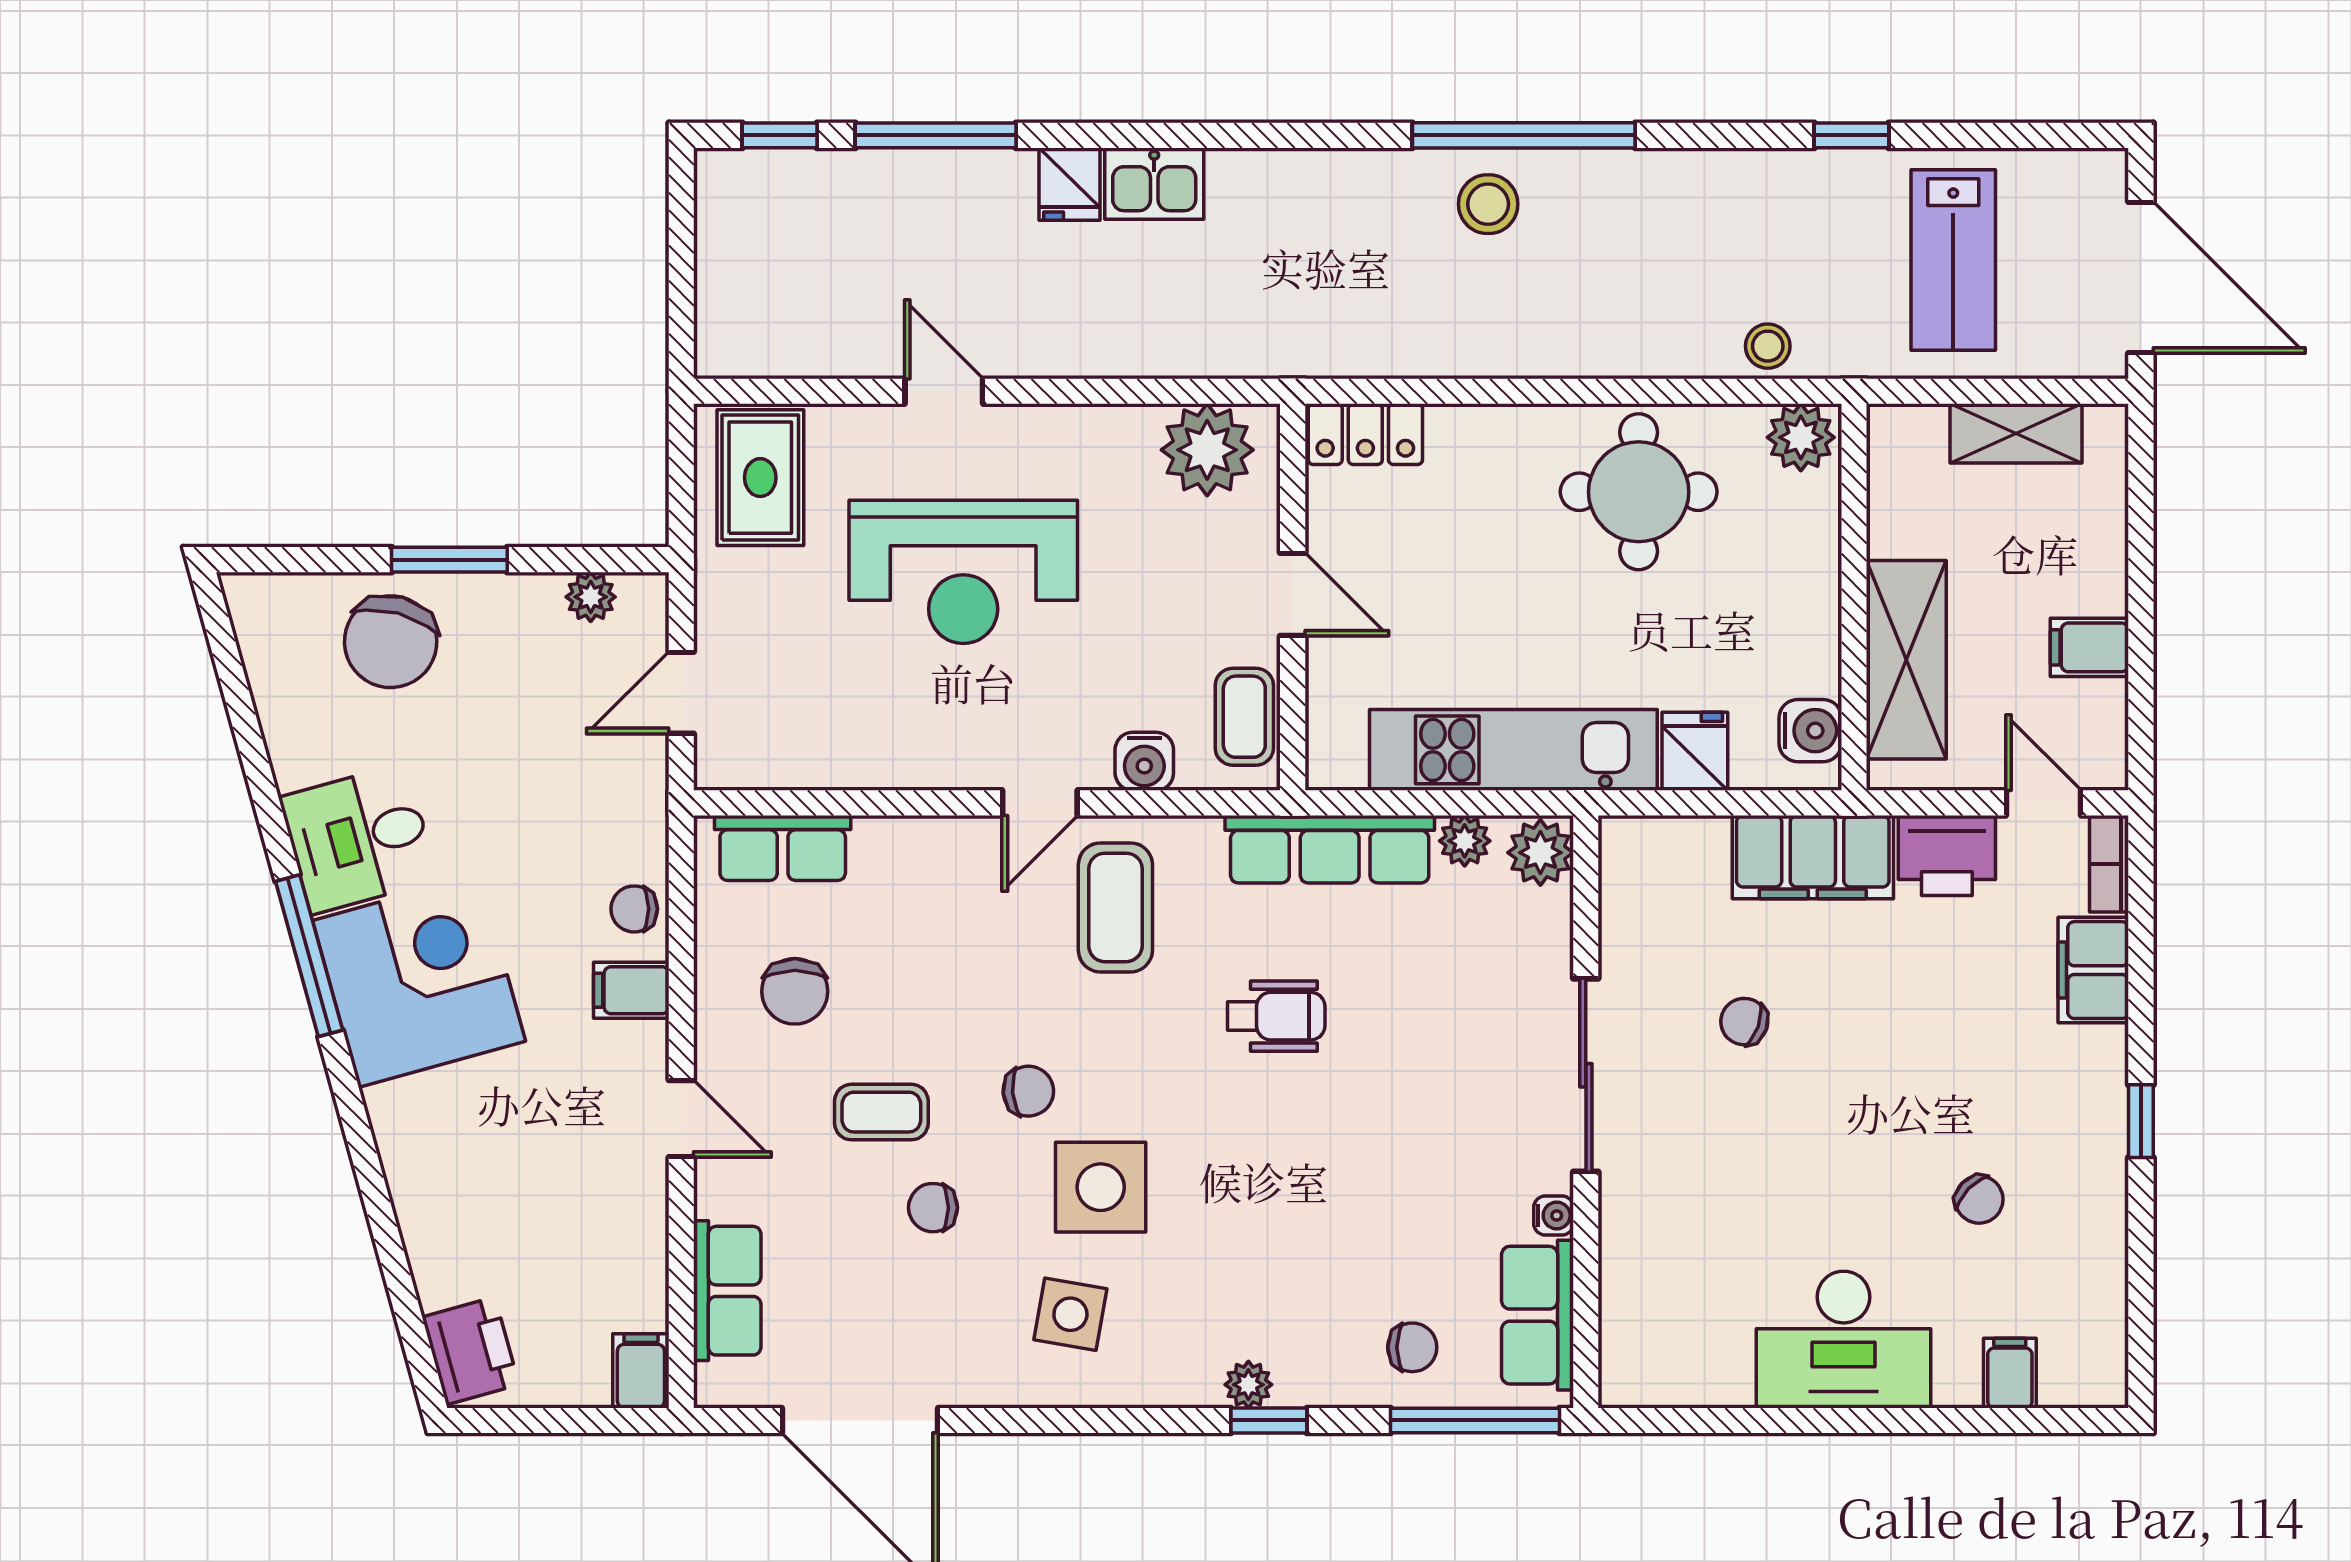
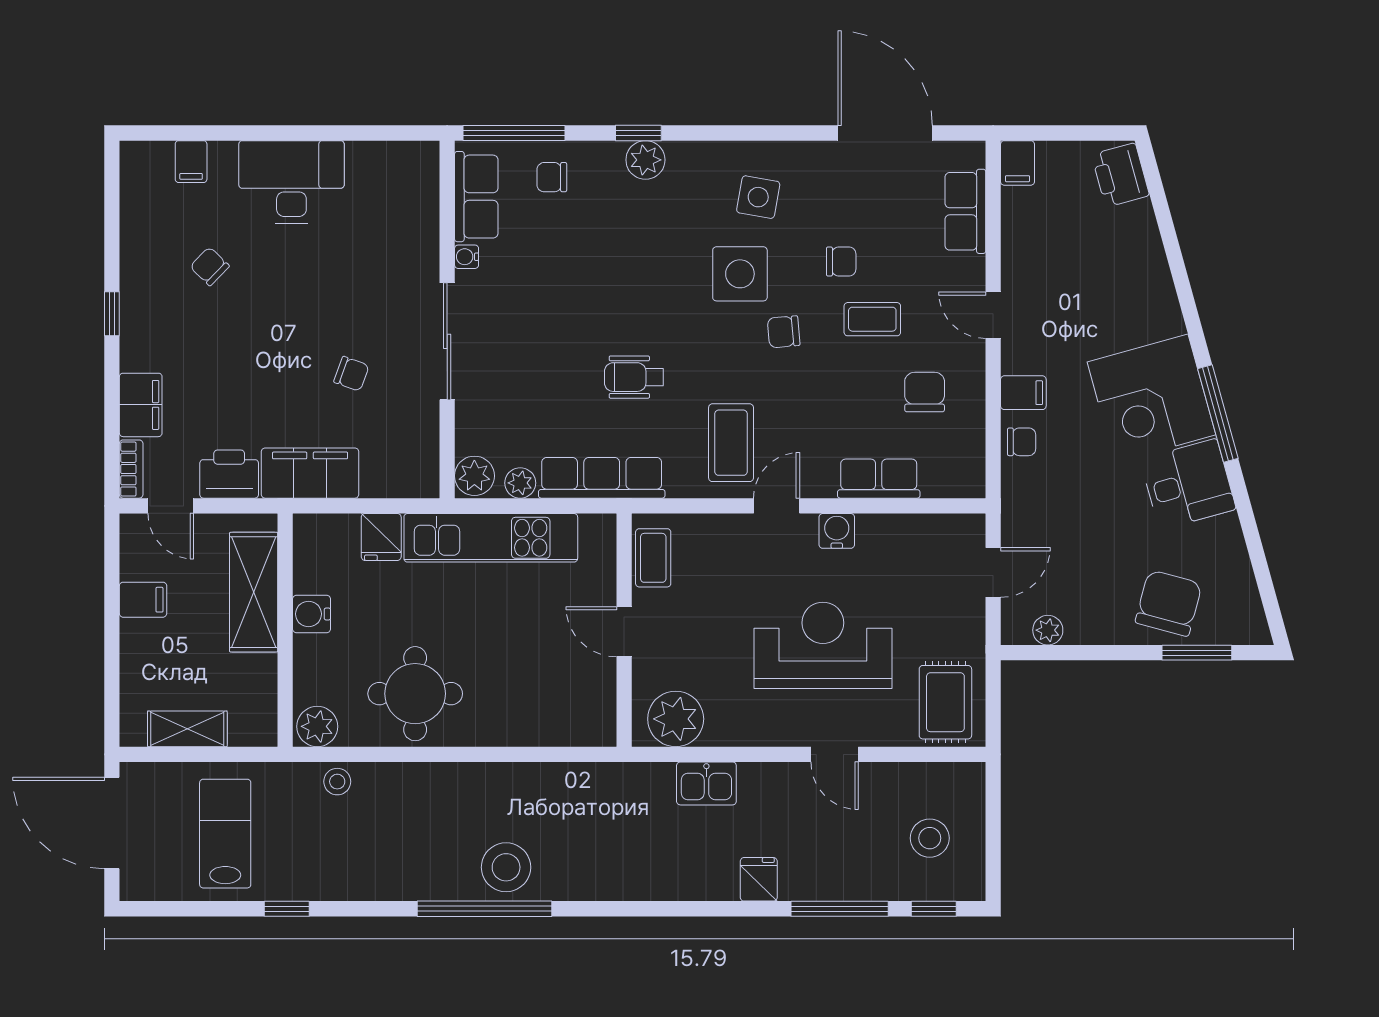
kitchen sink: (1154, 184) -> (706, 783), moved, turned 180
stool: (1488, 204) -> (506, 867), width x1.38, depth x1.38
stool: (786, 252) -> (930, 838), added
locker: (1365, 434) -> (580, 728), removed
window: (449, 560) -> (1197, 653), moved
water cooler: (1810, 731) -> (312, 614), moved
water cooler: (1144, 761) -> (837, 531), moved
row of seats: (783, 848) -> (879, 479), moved
plant: (1248, 1385) -> (645, 160), width x1.38, depth x1.38

